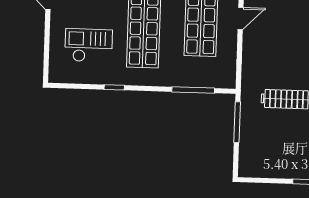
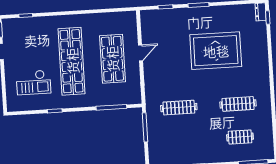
checkout: (89, 45) -> (34, 82), turned 180

